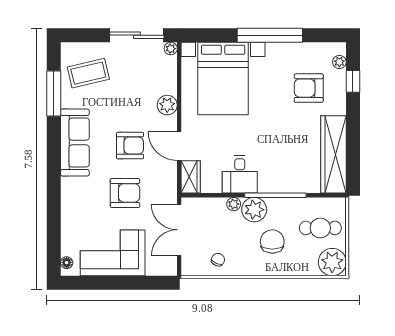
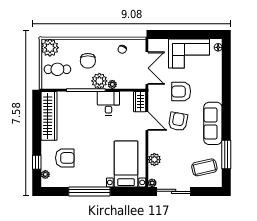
bed with nightstands: (223, 79) -> (126, 164), width x0.73
plant: (167, 105) -> (154, 160), moved
armchair: (130, 146) -> (178, 122), turned 100

